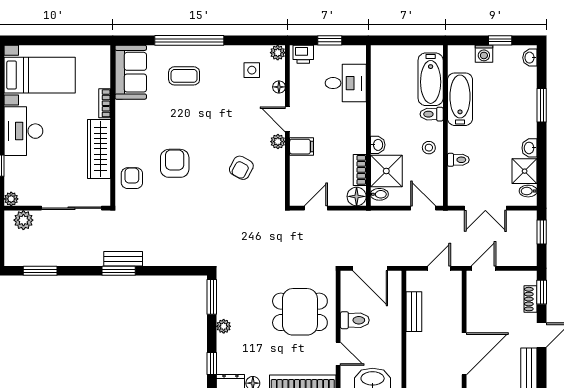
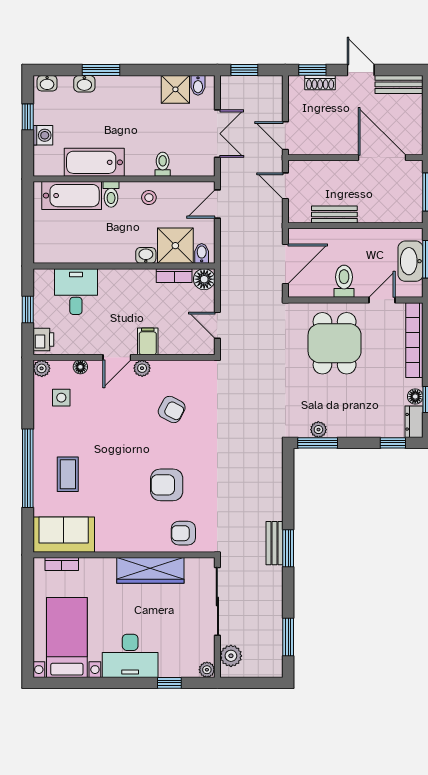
bookcase: (105, 103) -> (62, 564), moved
washbasin: (529, 148) -> (84, 84), moved
plant: (224, 326) -> (318, 430), moved

